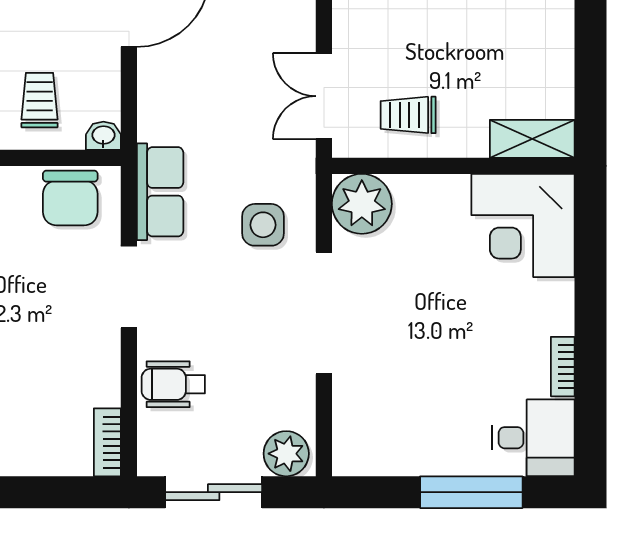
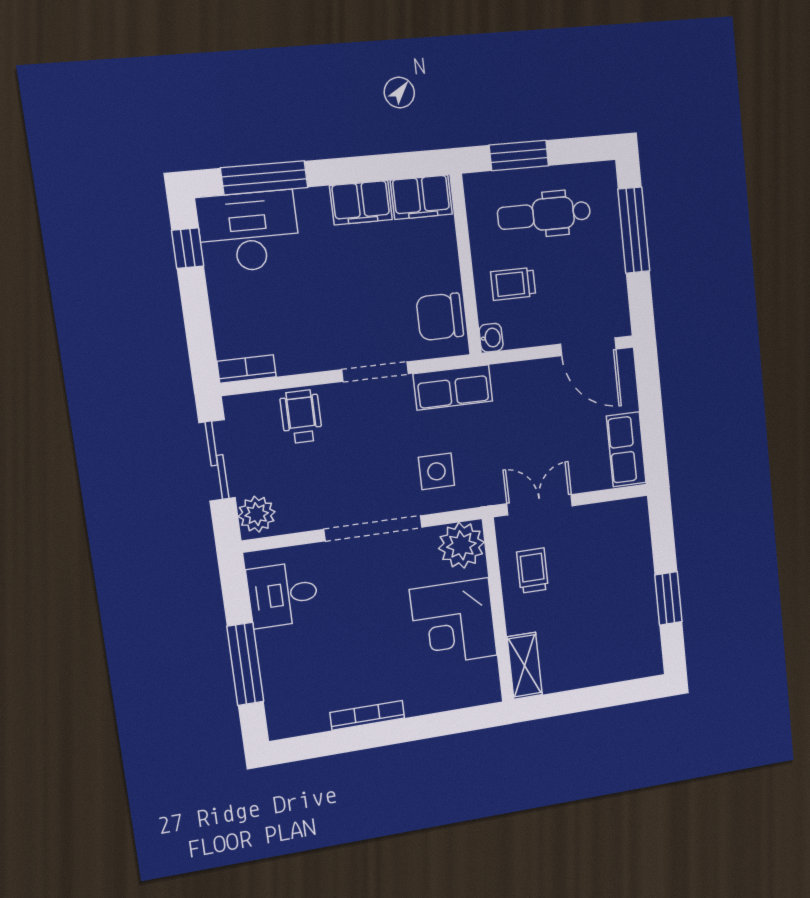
trolley: (40, 100) -> (513, 284), turned 180
corner desk: (523, 226) -> (454, 623), moved, turned -90
bookcase: (563, 367) -> (367, 715), width x1.56
desk: (533, 438) -> (283, 595), moved, turned 90

